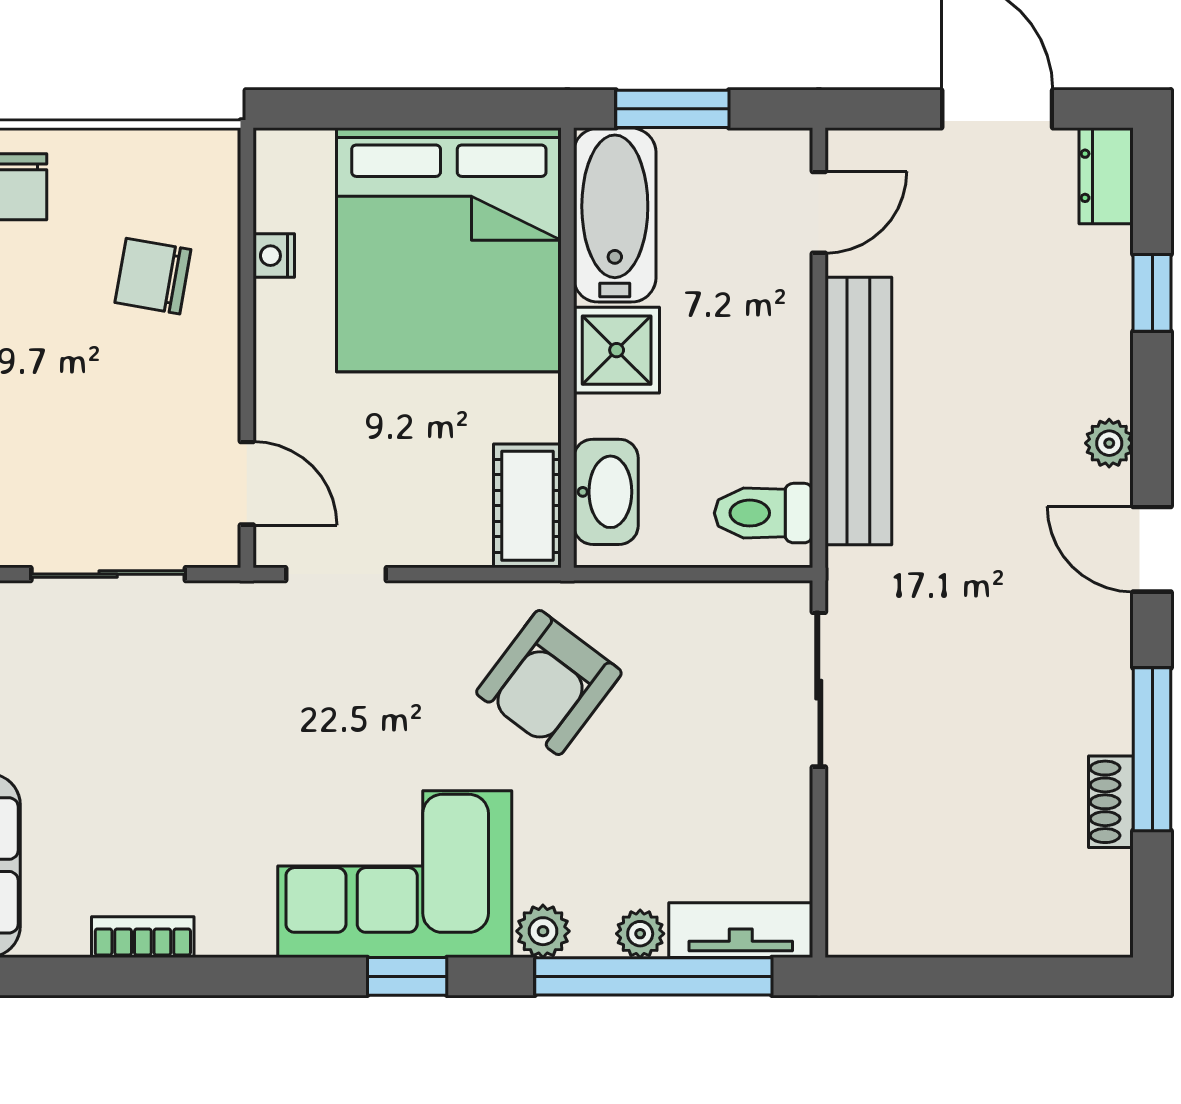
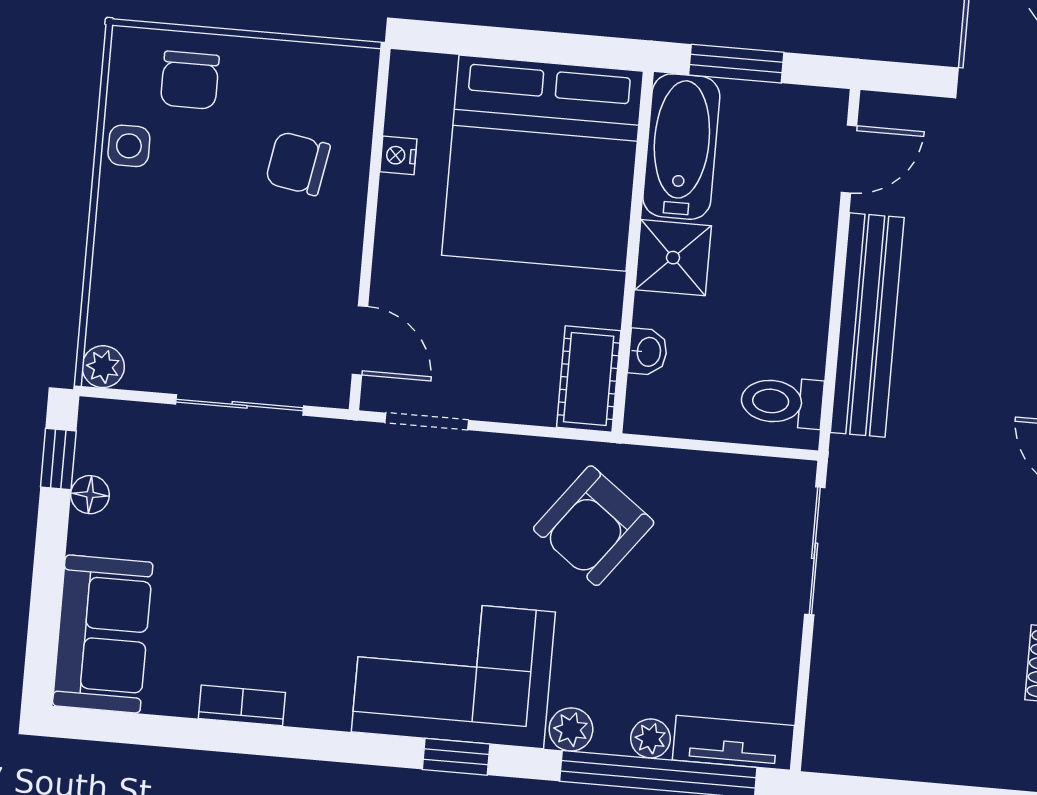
washbasin: (606, 492) -> (648, 352), width x0.52, depth x0.69

